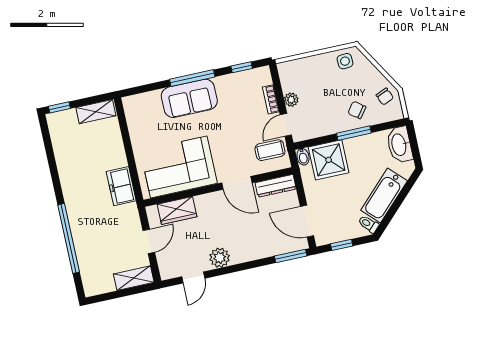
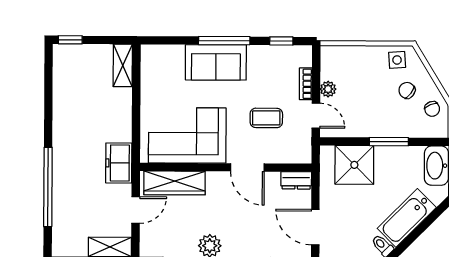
chair: (357, 110) -> (407, 90), moved
shelving: (96, 112) -> (123, 65), moved, turned 90
door: (286, 125) -> (316, 116), swing flipped
coffee table: (270, 150) -> (266, 118), moved
bidet: (303, 157) -> (327, 155), removed
freezer: (121, 186) -> (119, 163), moved
dresser: (276, 186) -> (296, 180), width x0.70
wardrobe: (177, 210) -> (175, 183), width x1.50

